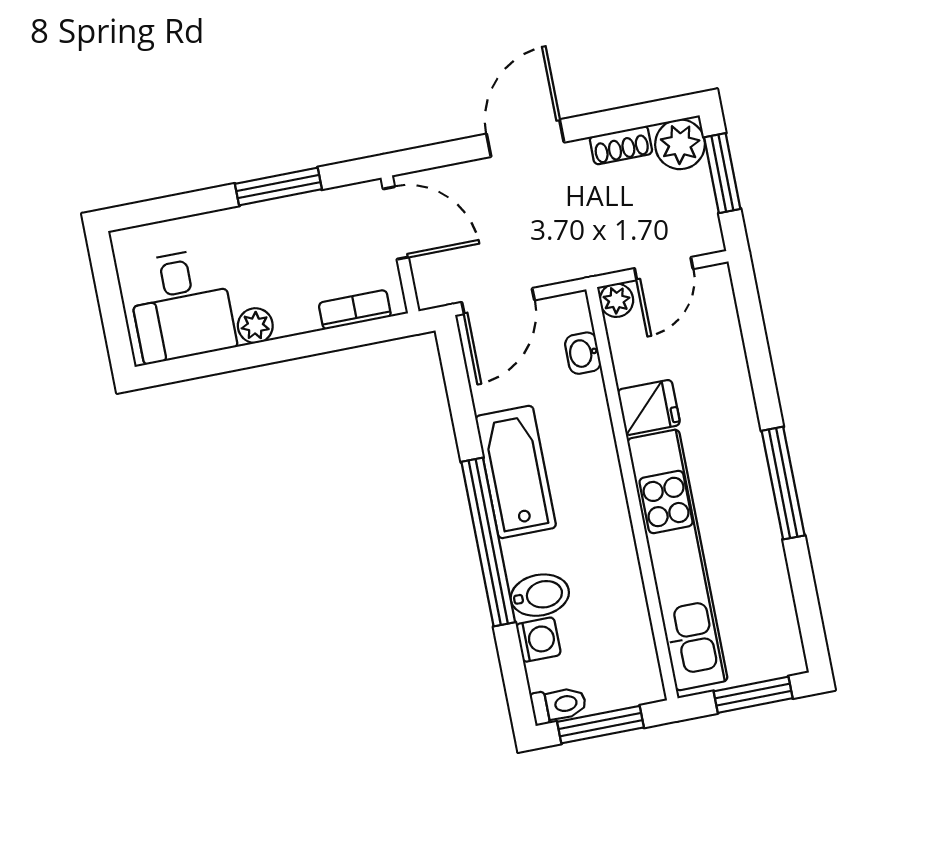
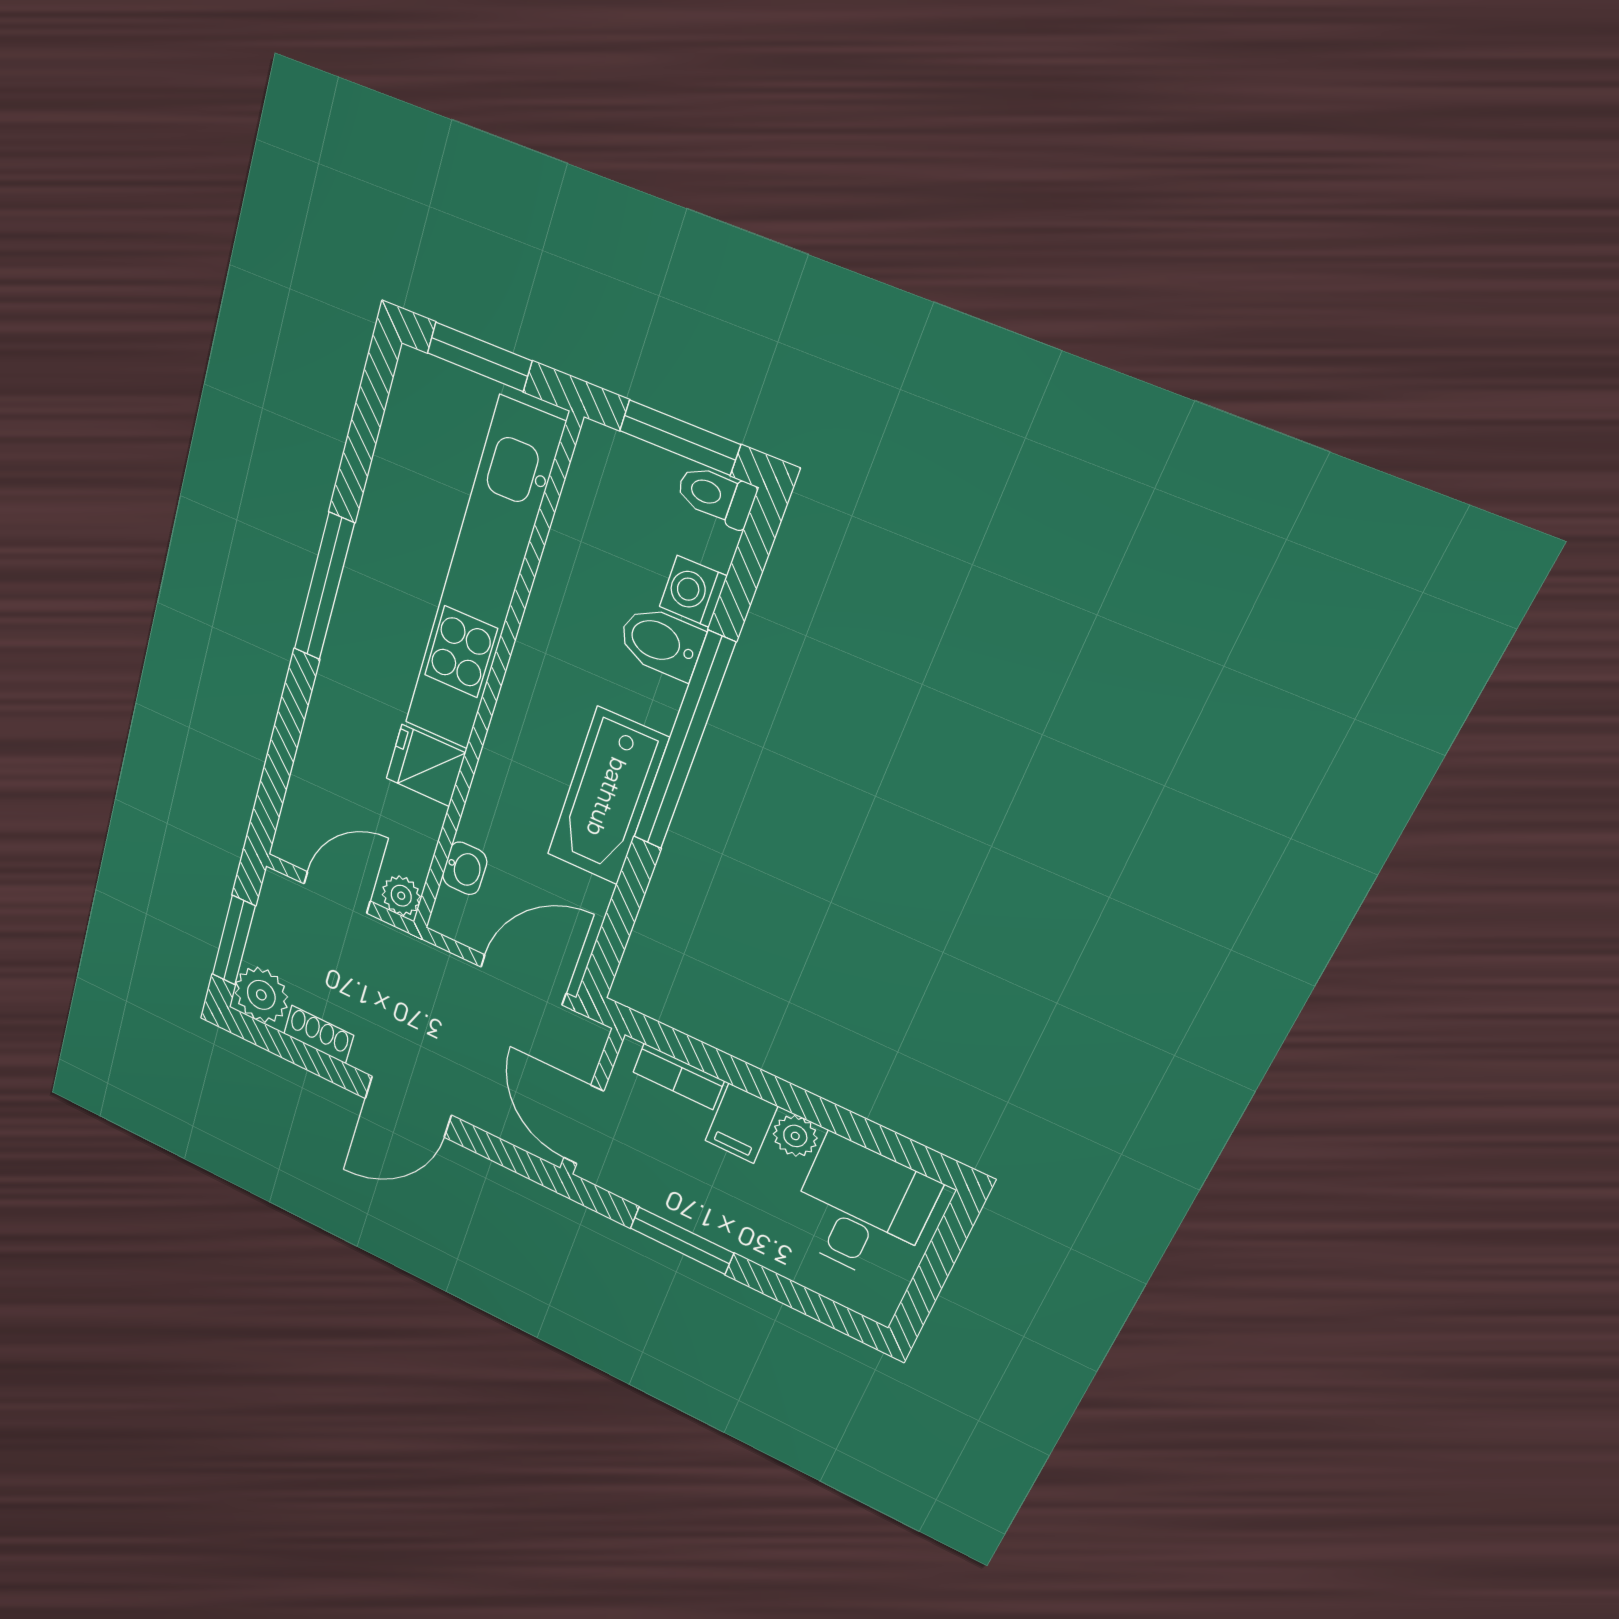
filing cabinet: (294, 307) -> (741, 1123), added

